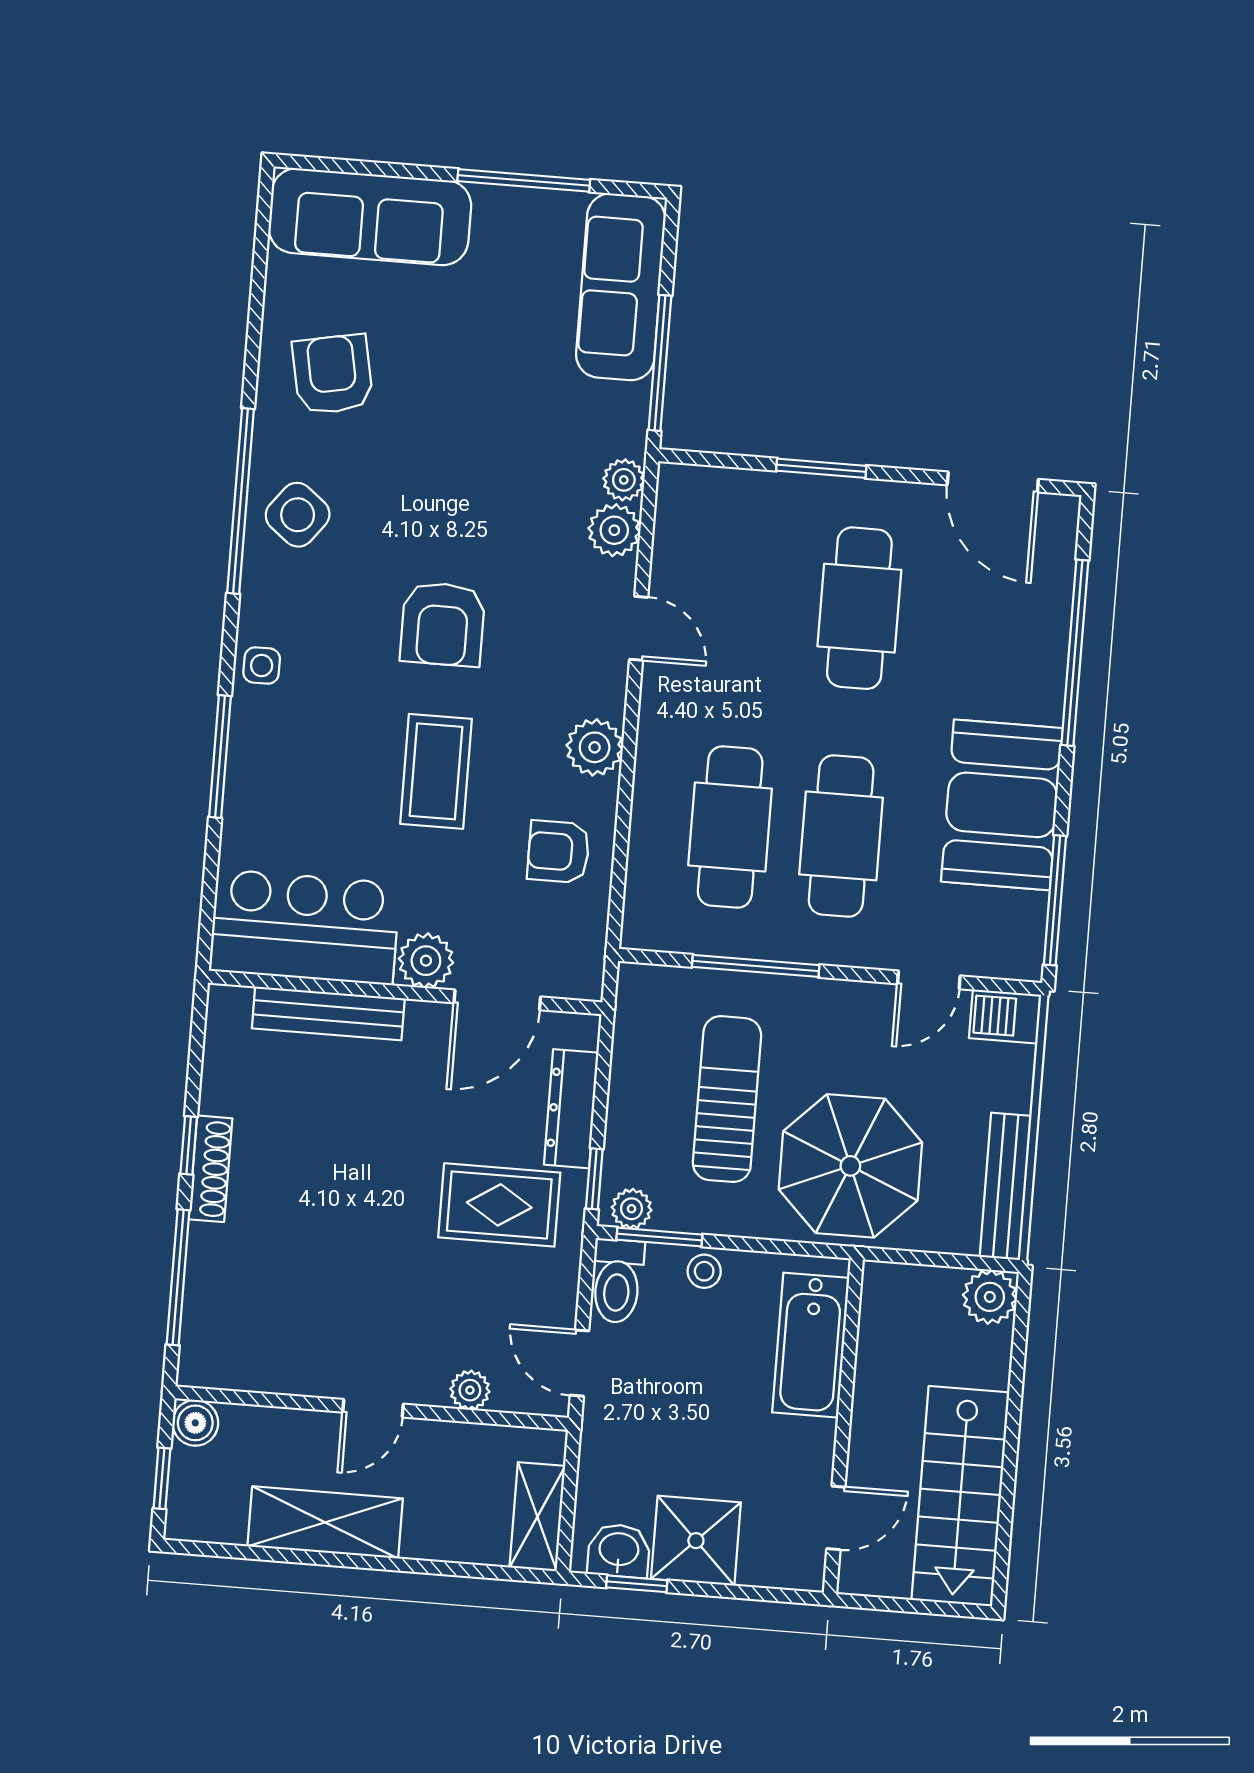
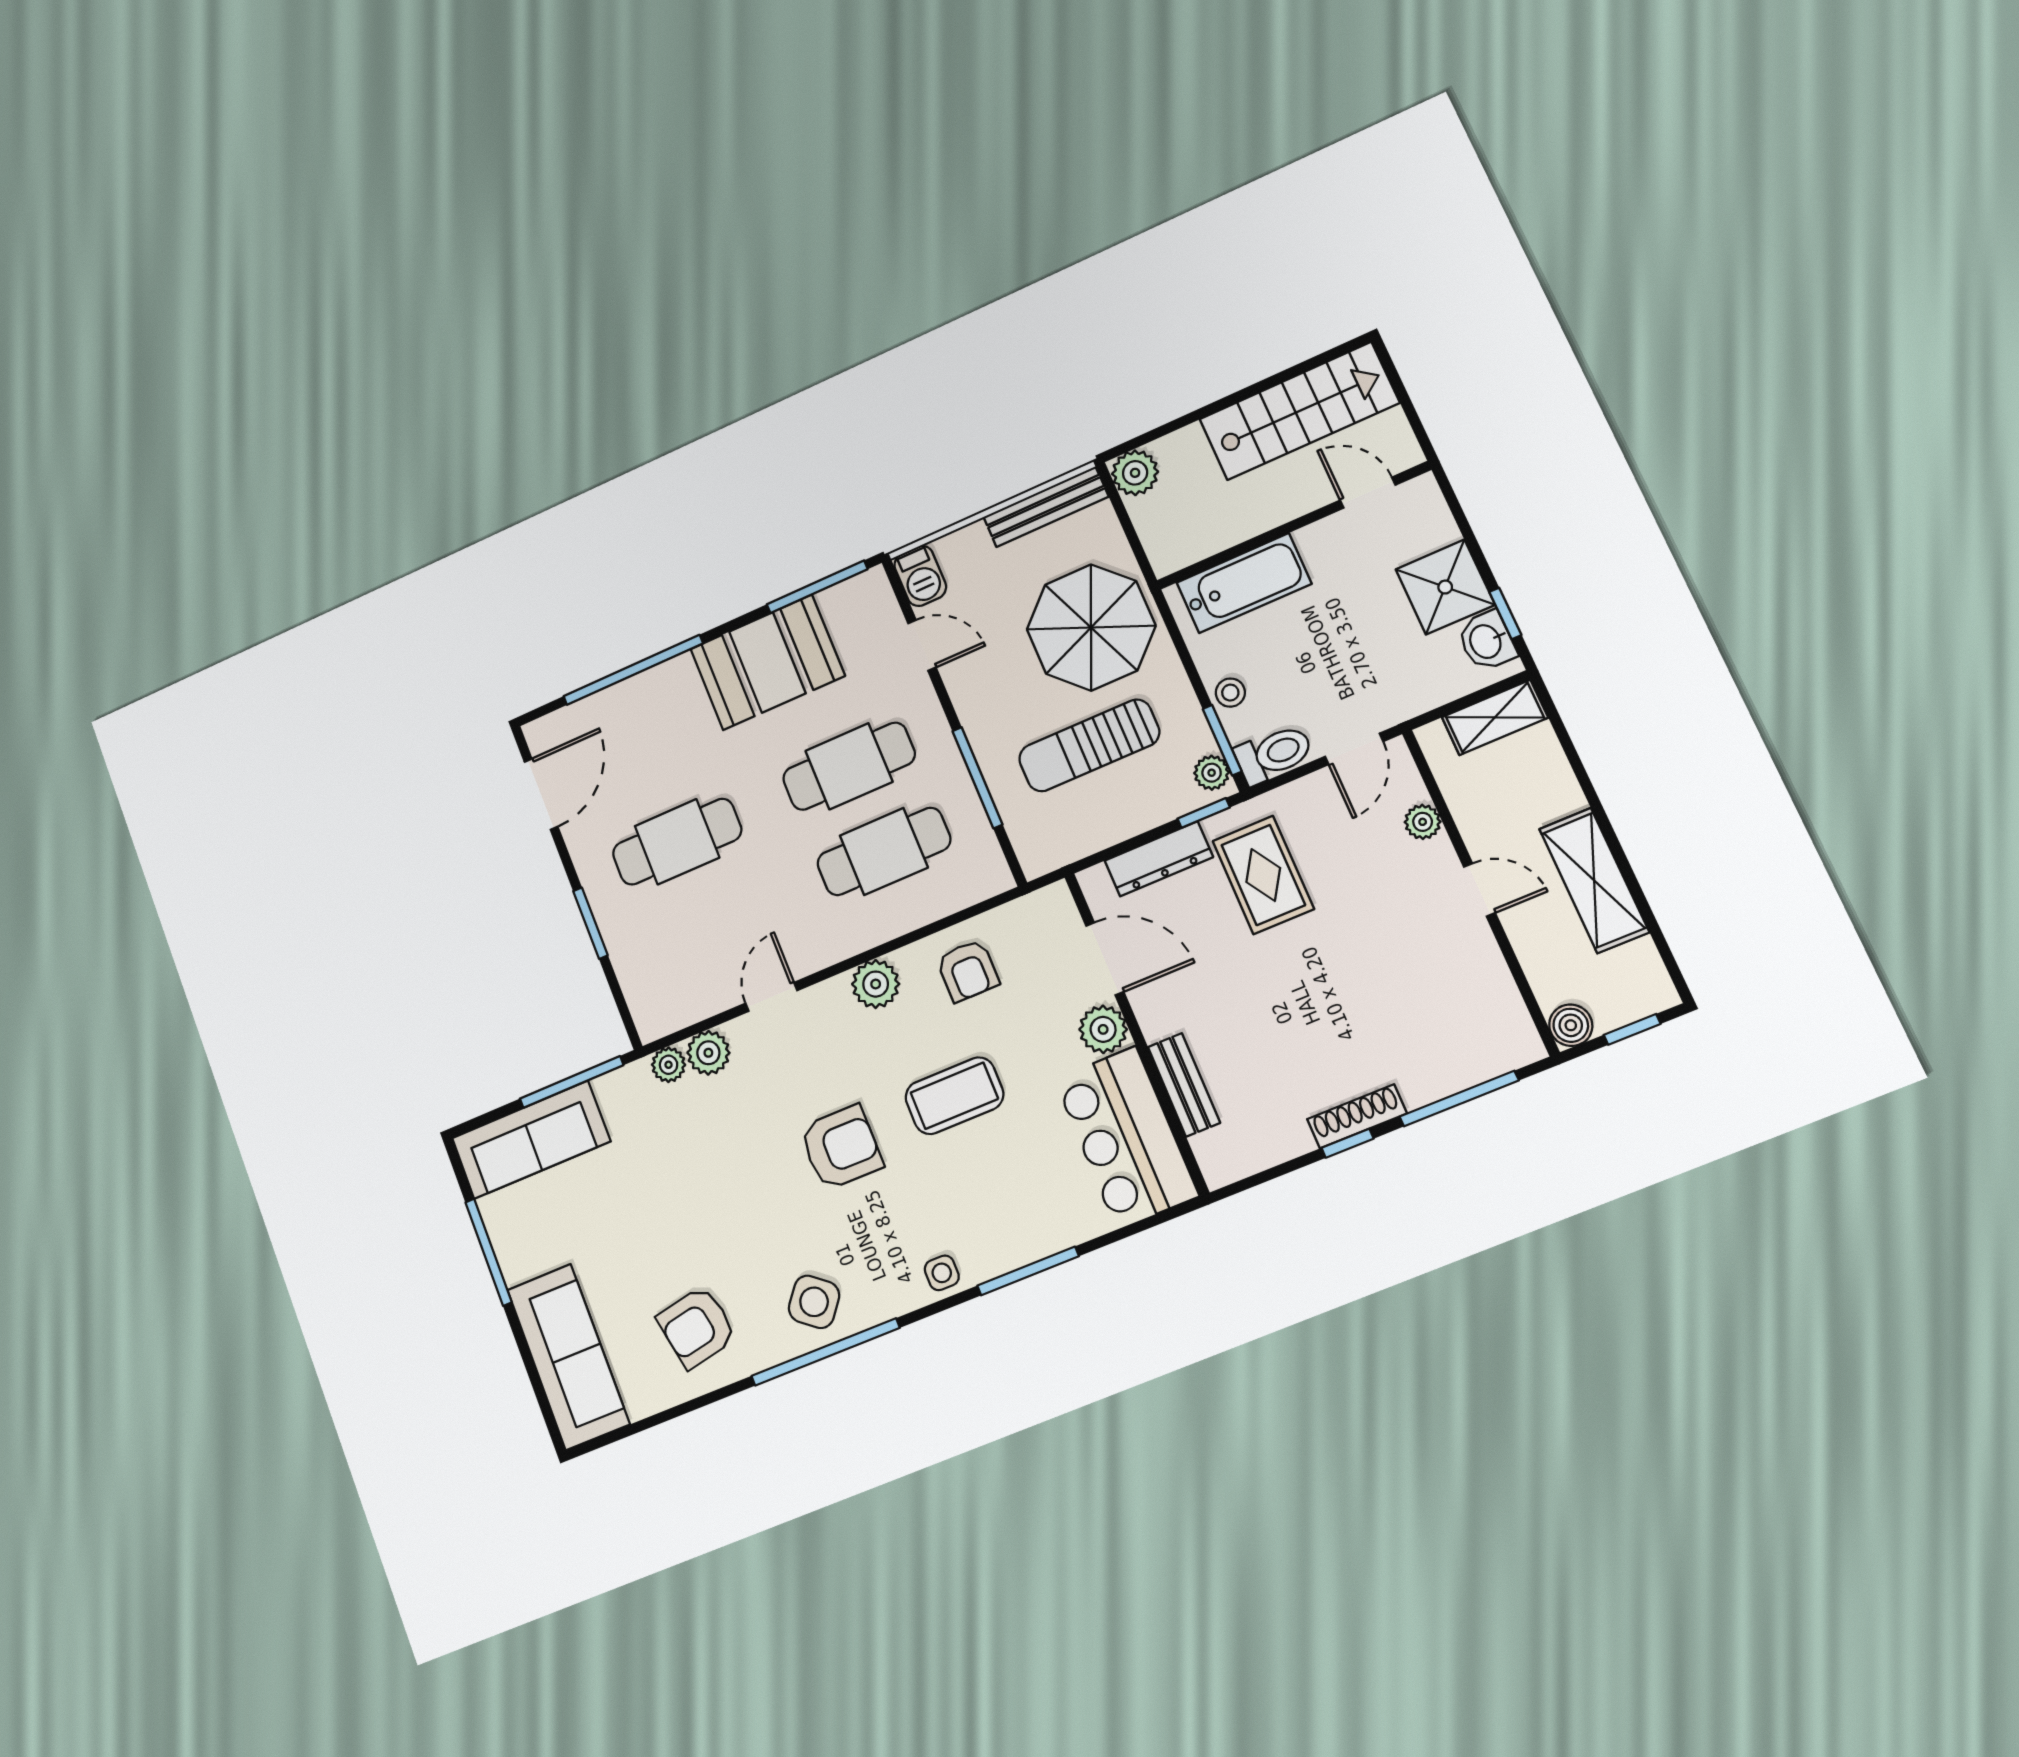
bench: (328, 1013) -> (1184, 1085), width x0.73

